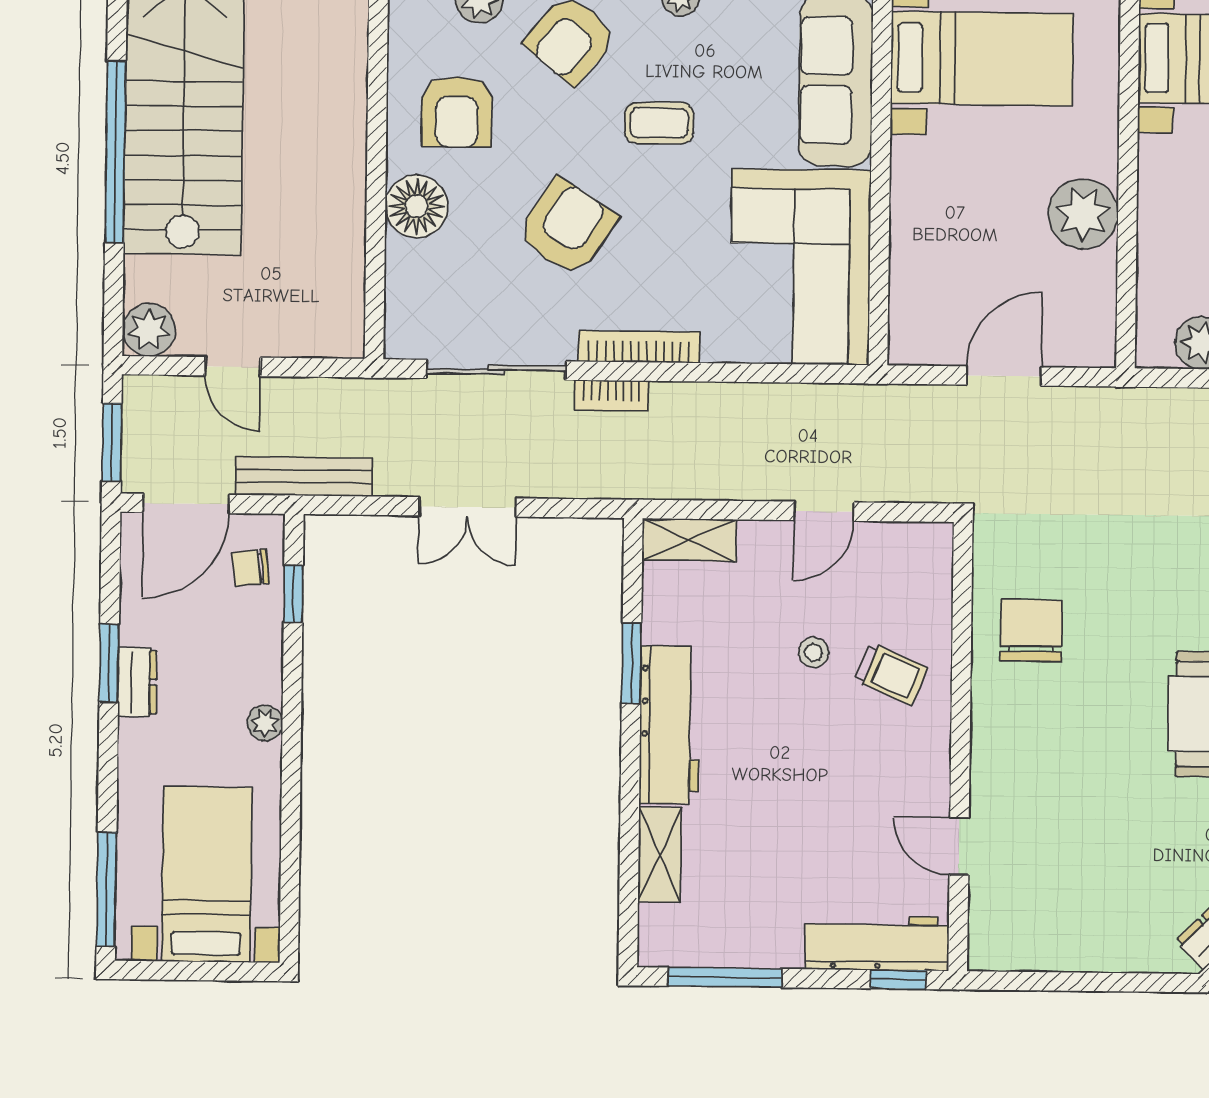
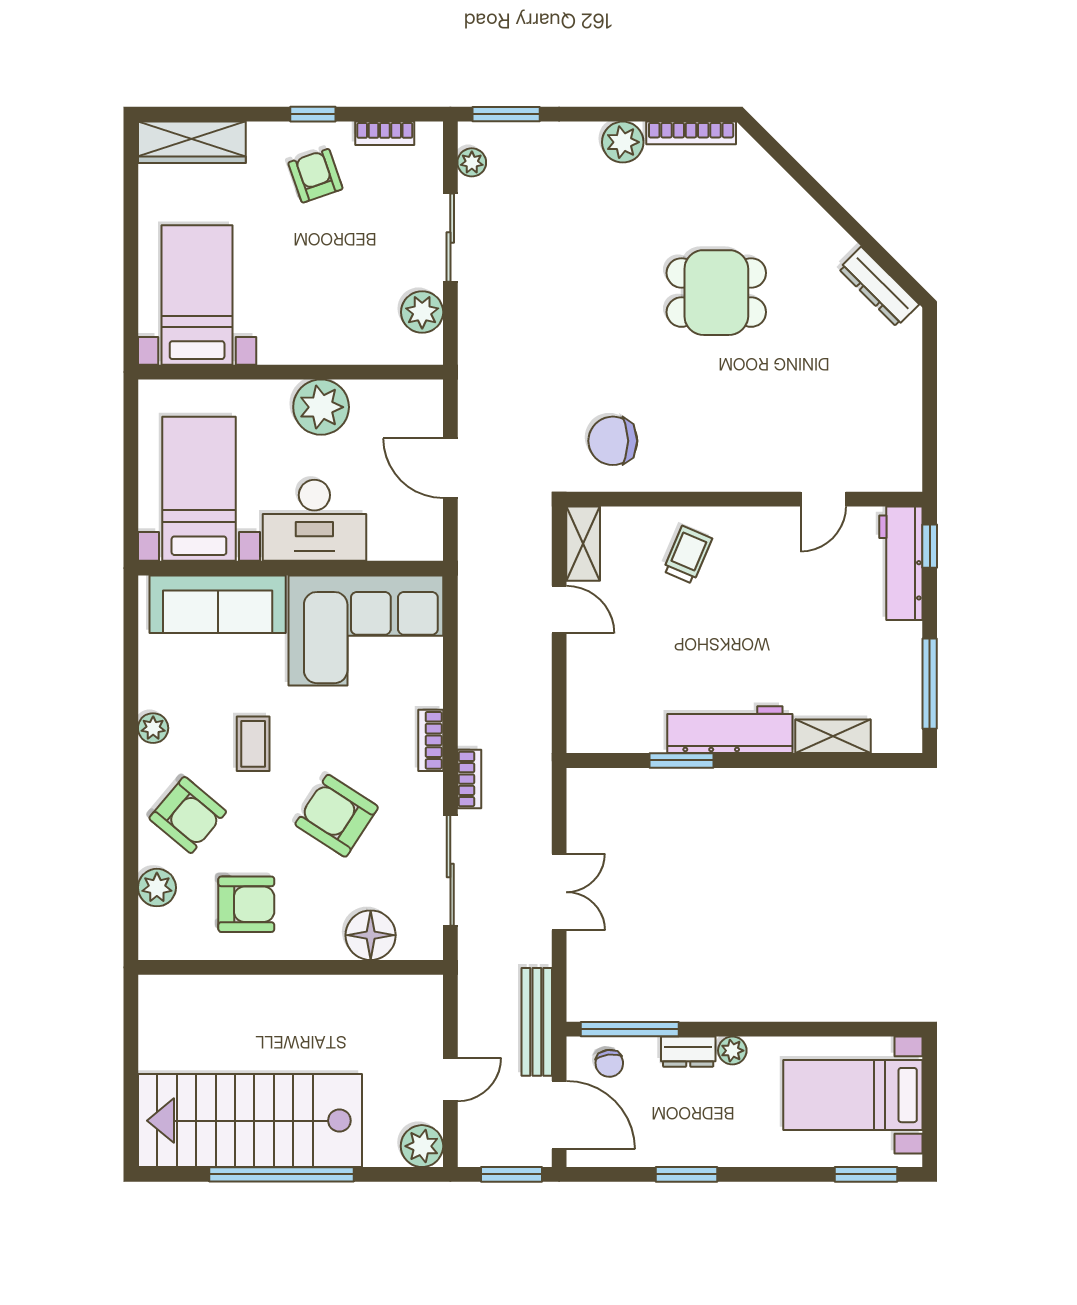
desk: (940, 204) -> (314, 520), added
floor lamp: (417, 206) -> (371, 935), moved
bookcase: (639, 347) -> (431, 740), width x0.64
shelving: (689, 540) -> (583, 544), moved
window: (293, 594) -> (630, 1029), width x2.17
chair: (1031, 630) -> (613, 441), moved
stool: (814, 653) -> (671, 616), removed
dresser: (137, 682) -> (688, 1052), moved, turned 180
window: (106, 890) -> (866, 1174), width x0.69

